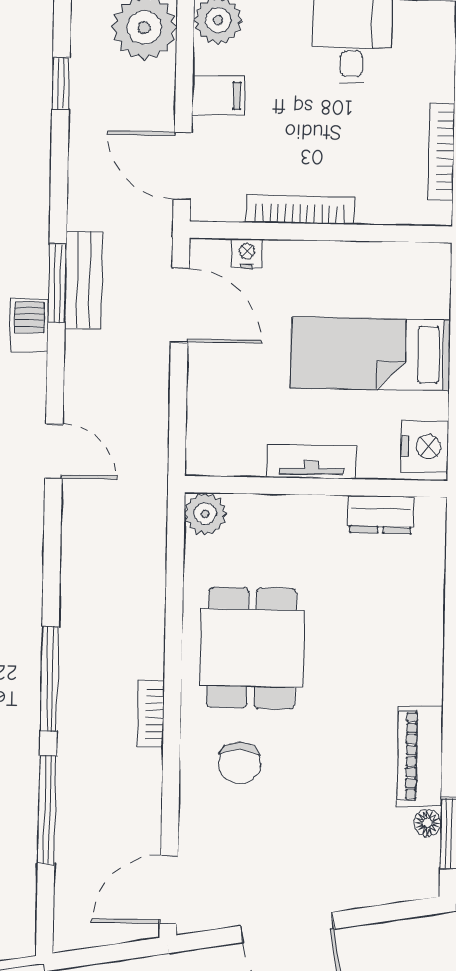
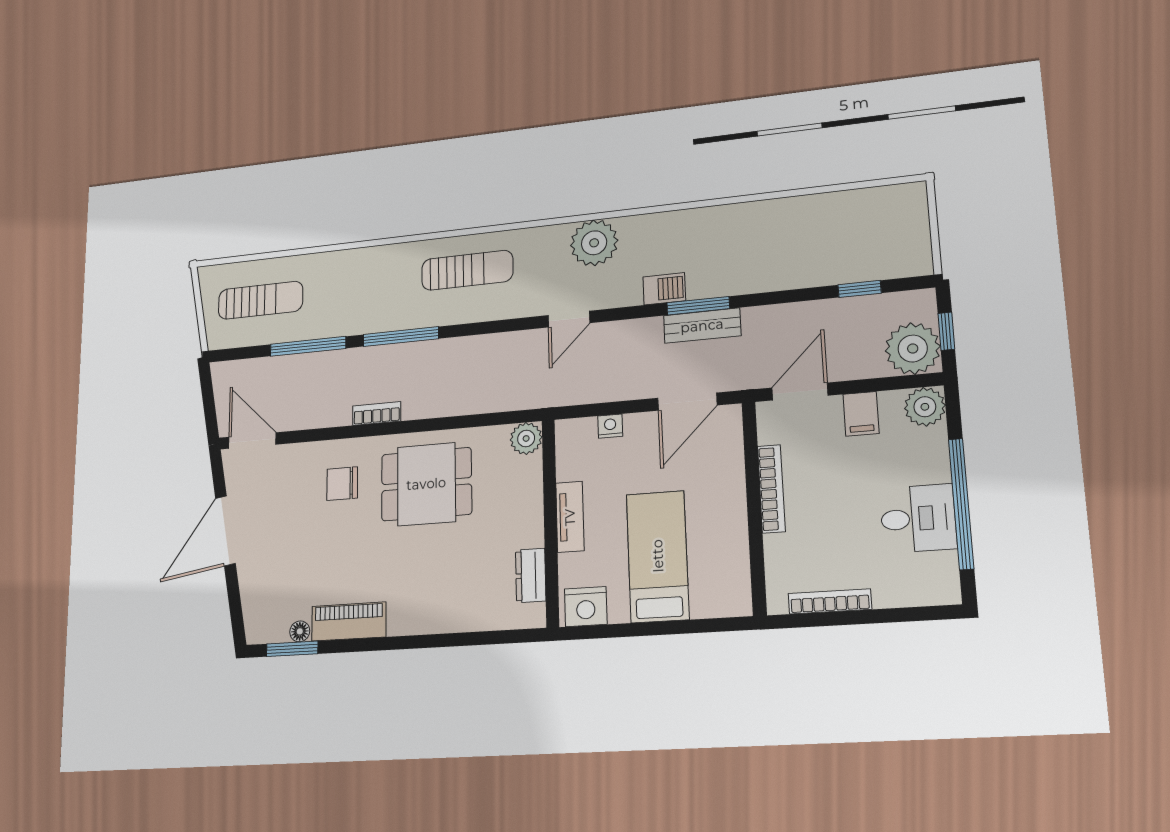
nightstand: (247, 253) -> (610, 426), moved, turned -90

